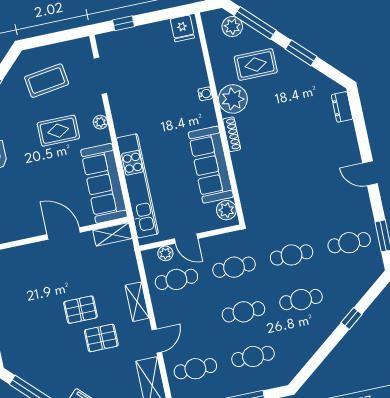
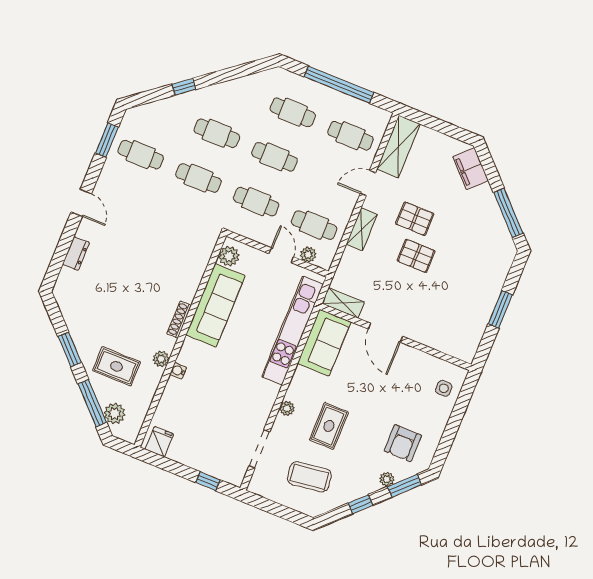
plant: (233, 99) -> (161, 359), width x0.53, depth x0.53
dresser: (342, 107) -> (76, 254), moved
rug: (58, 131) -> (329, 426), turned 90
sofa: (104, 183) -> (324, 343), width x0.73

